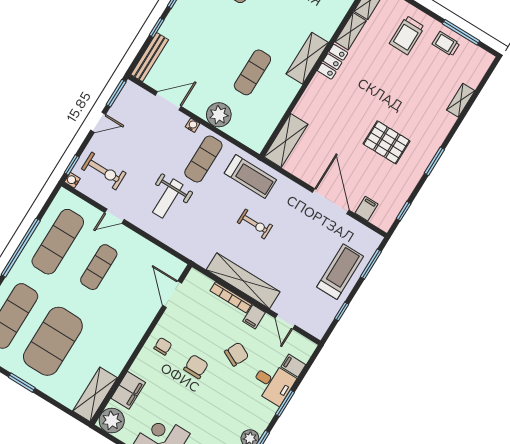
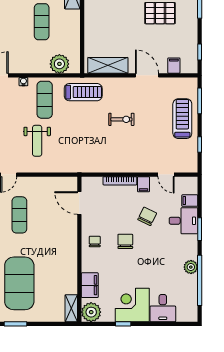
plant: (219, 115) -> (59, 64), moved
shelving: (286, 141) -> (108, 65), moved, turned 90
door: (331, 201) -> (147, 75), width x0.73
exercise bike: (255, 224) -> (121, 119), moved
shelving: (243, 281) -> (121, 165), removed
shelving: (95, 394) -> (71, 308), width x0.67, depth x0.75

